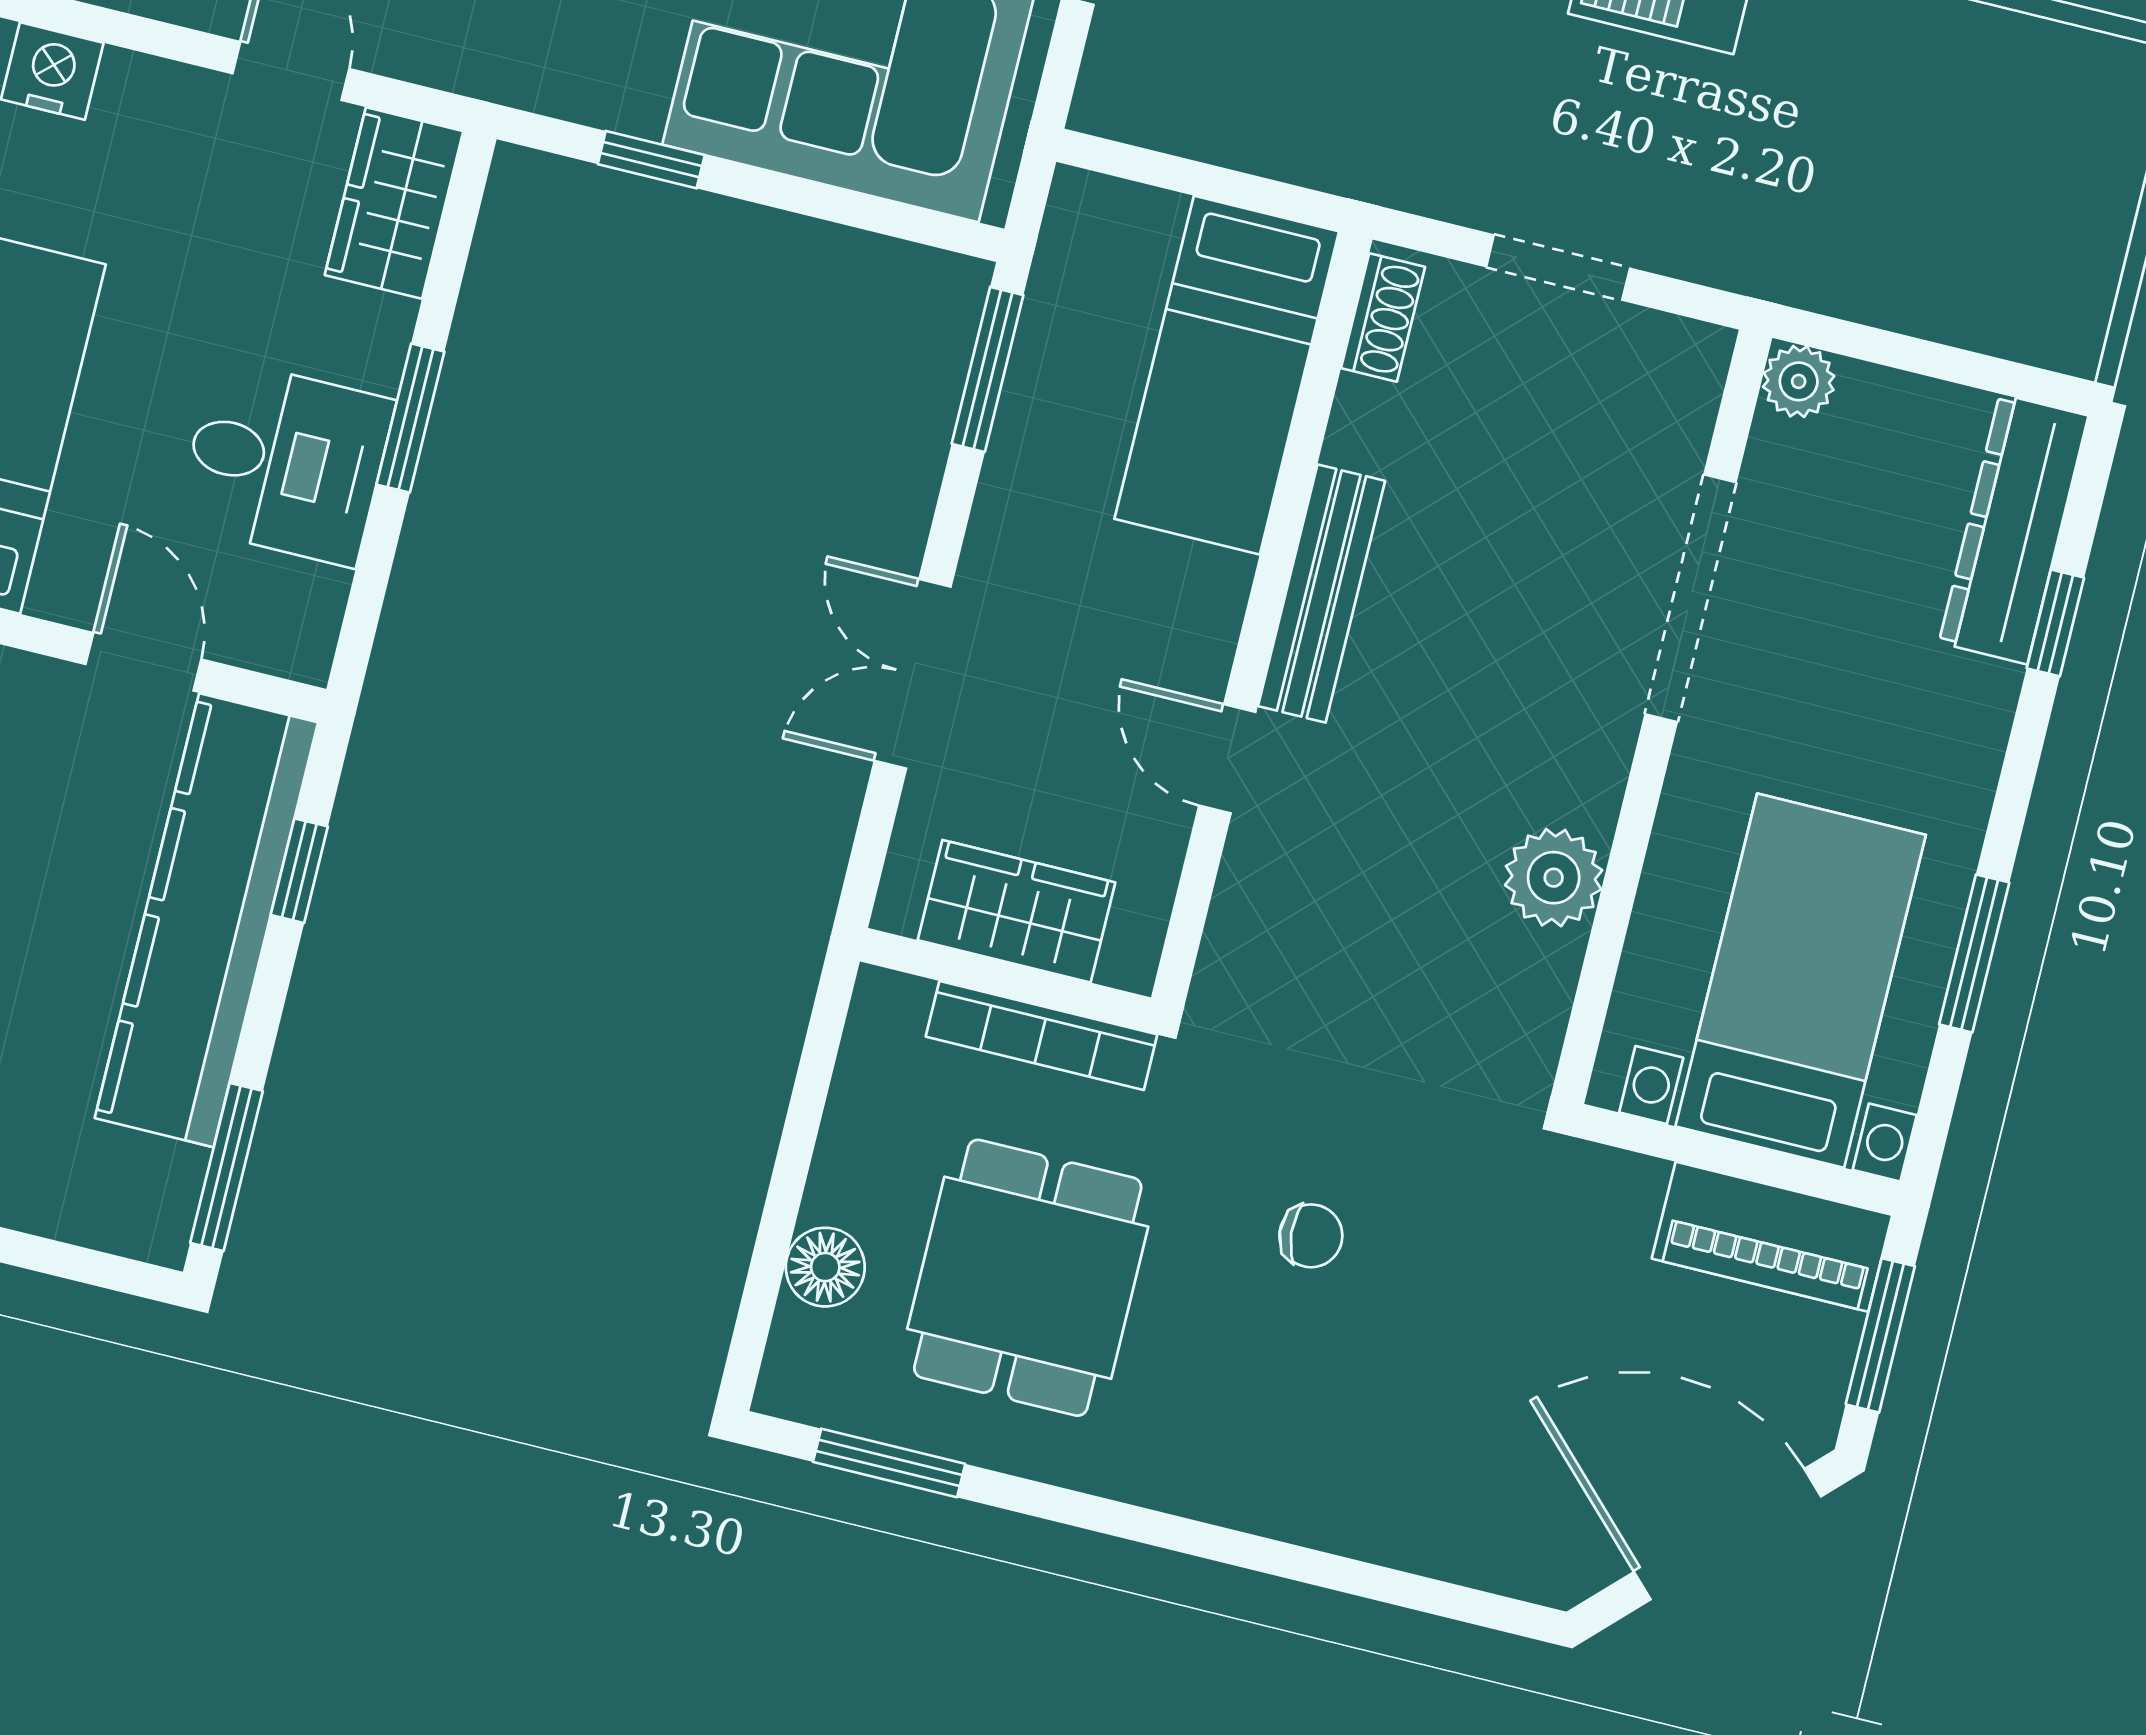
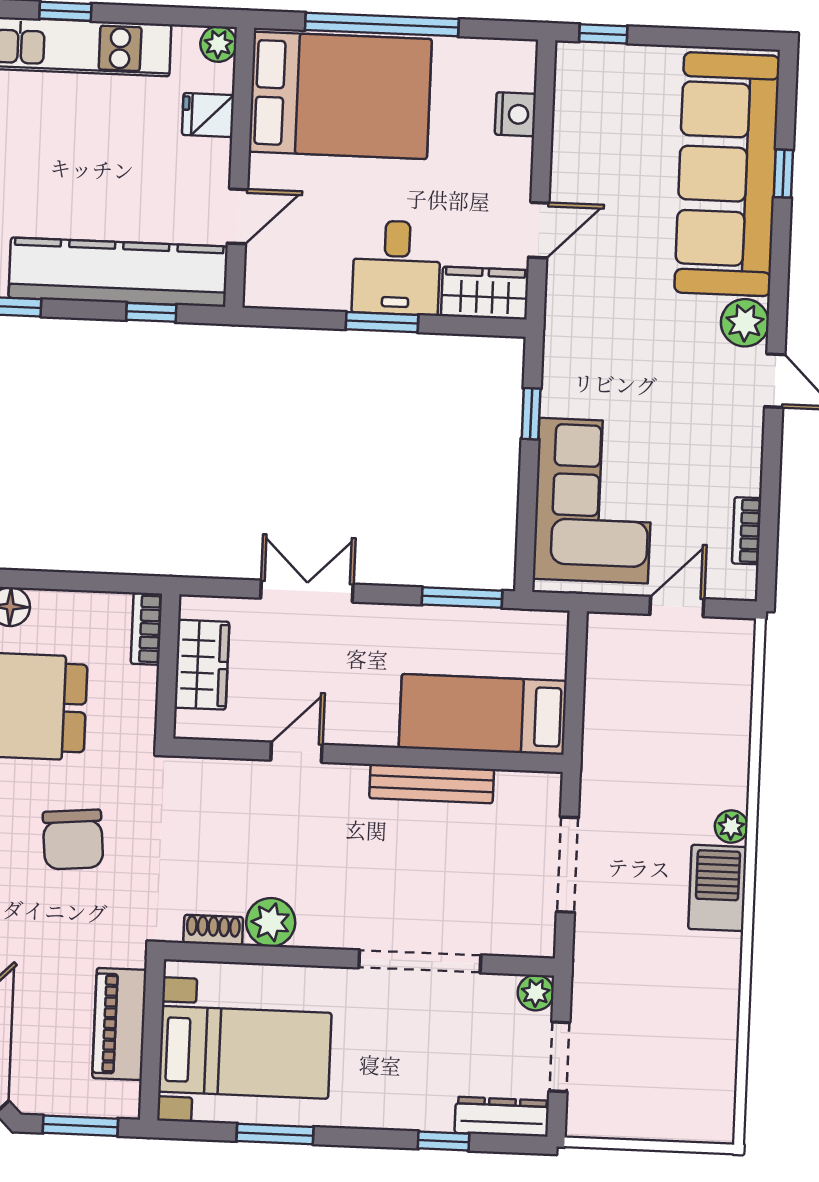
doorway: (1558, 268) -> (567, 865), width x1.38
shoe rack: (1383, 317) -> (213, 930), moved, turned 180
doorway: (1935, 360) -> (559, 1057), added
desk: (285, 462) -> (396, 268), moved
dresser: (2014, 529) -> (502, 1117), width x0.73, depth x0.80
bench: (1321, 593) -> (432, 784), moved
bookcase: (1042, 1036) -> (146, 629), moved, width x0.64
chair: (1311, 1236) -> (73, 839), width x1.87, depth x1.87
piano: (1772, 1237) -> (119, 1024), moved

